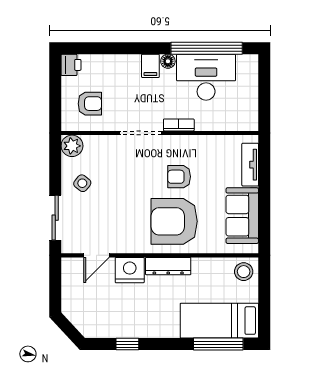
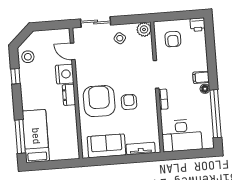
desk: (206, 77) -> (182, 135), moved, turned 90
dresser: (168, 266) -> (69, 95), width x0.70
stool: (244, 272) -> (28, 57), moved

